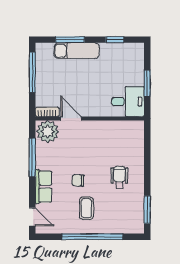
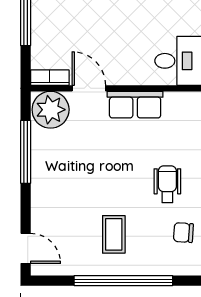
chair: (78, 180) -> (183, 233), moved
row of seats: (44, 187) -> (135, 105), moved, turned 90

